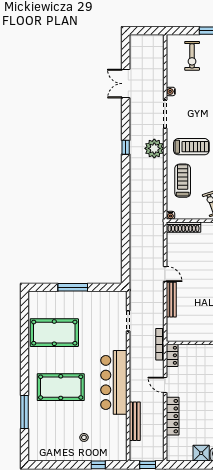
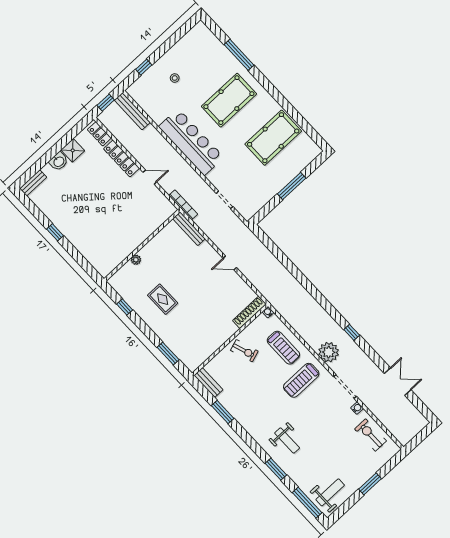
exercise bike: (192, 56) -> (371, 435), moved
bench: (171, 300) -> (189, 229), moved
locker: (172, 355) -> (99, 134), moved
bench: (135, 421) -> (132, 111), moved

